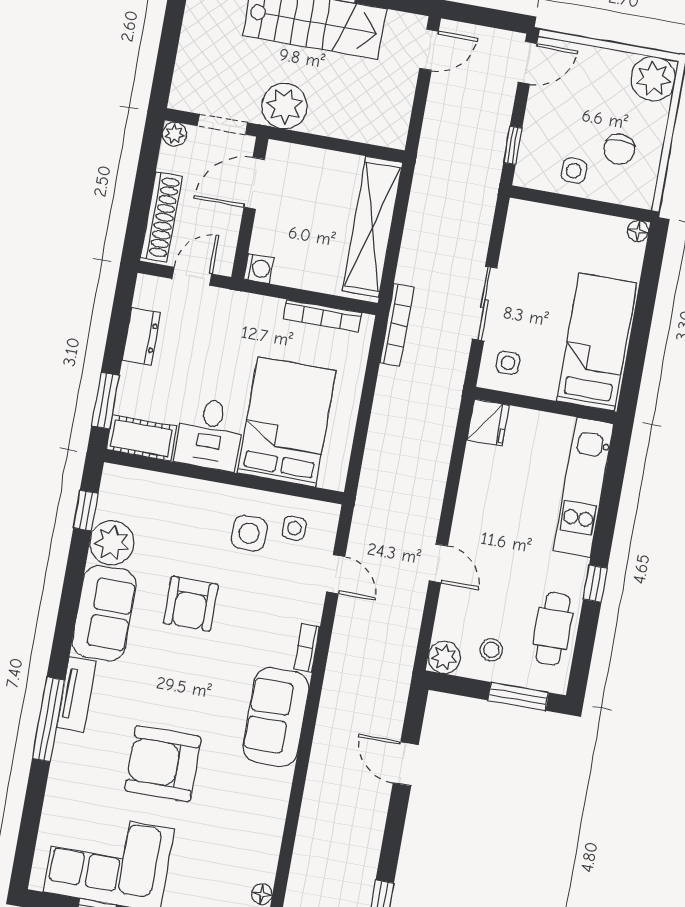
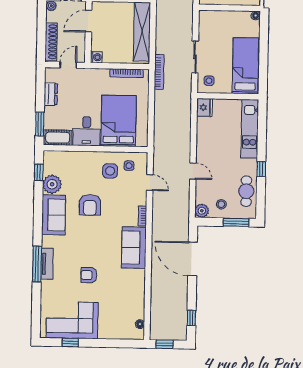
tv unit: (76, 694) -> (47, 264), moved
armchair: (163, 764) -> (89, 275), width x0.53, depth x0.53
door: (406, 764) -> (193, 259), width x1.88

